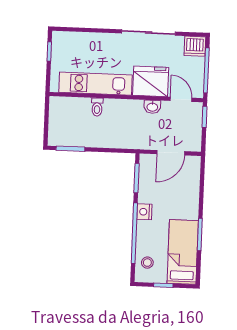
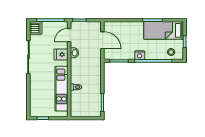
fridge: (151, 81) -> (61, 54), width x0.53, depth x0.75

